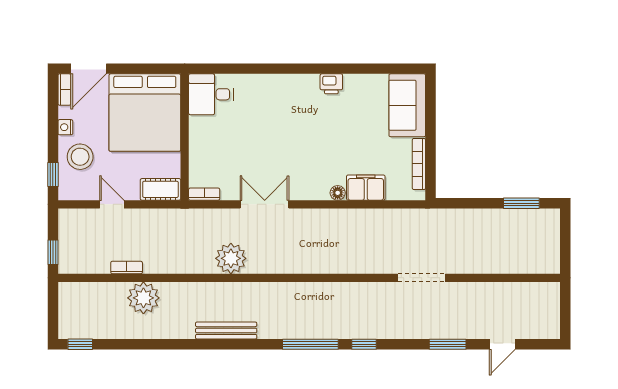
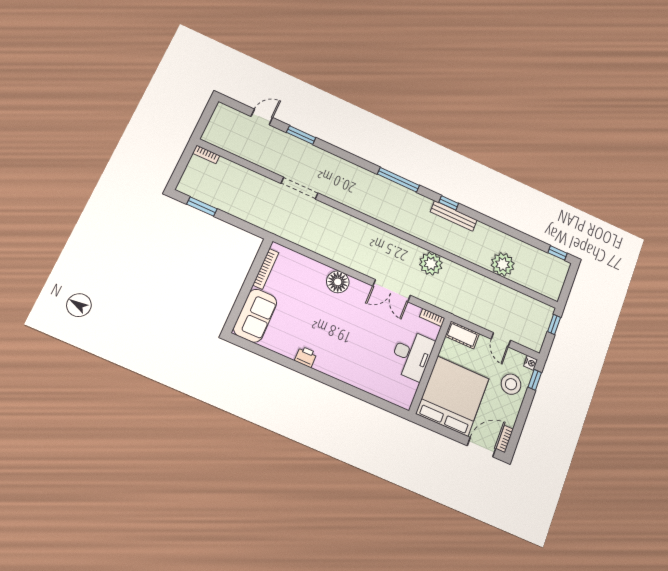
desk: (211, 94) -> (412, 355), moved, width x1.37
nightstand: (65, 127) -> (531, 363), moved
filing cabinet: (366, 188) -> (313, 270), removed
floor lamp: (338, 193) -> (338, 282), width x1.89, depth x1.89
bookcase: (127, 267) -> (206, 154), moved
window: (364, 344) -> (449, 203), moved

